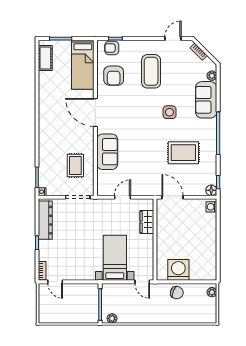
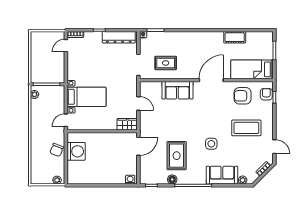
cot: (45, 58) -> (235, 37), moved
floor lamp: (211, 190) -> (172, 180), moved
wardrobe: (147, 222) -> (127, 124), moved

